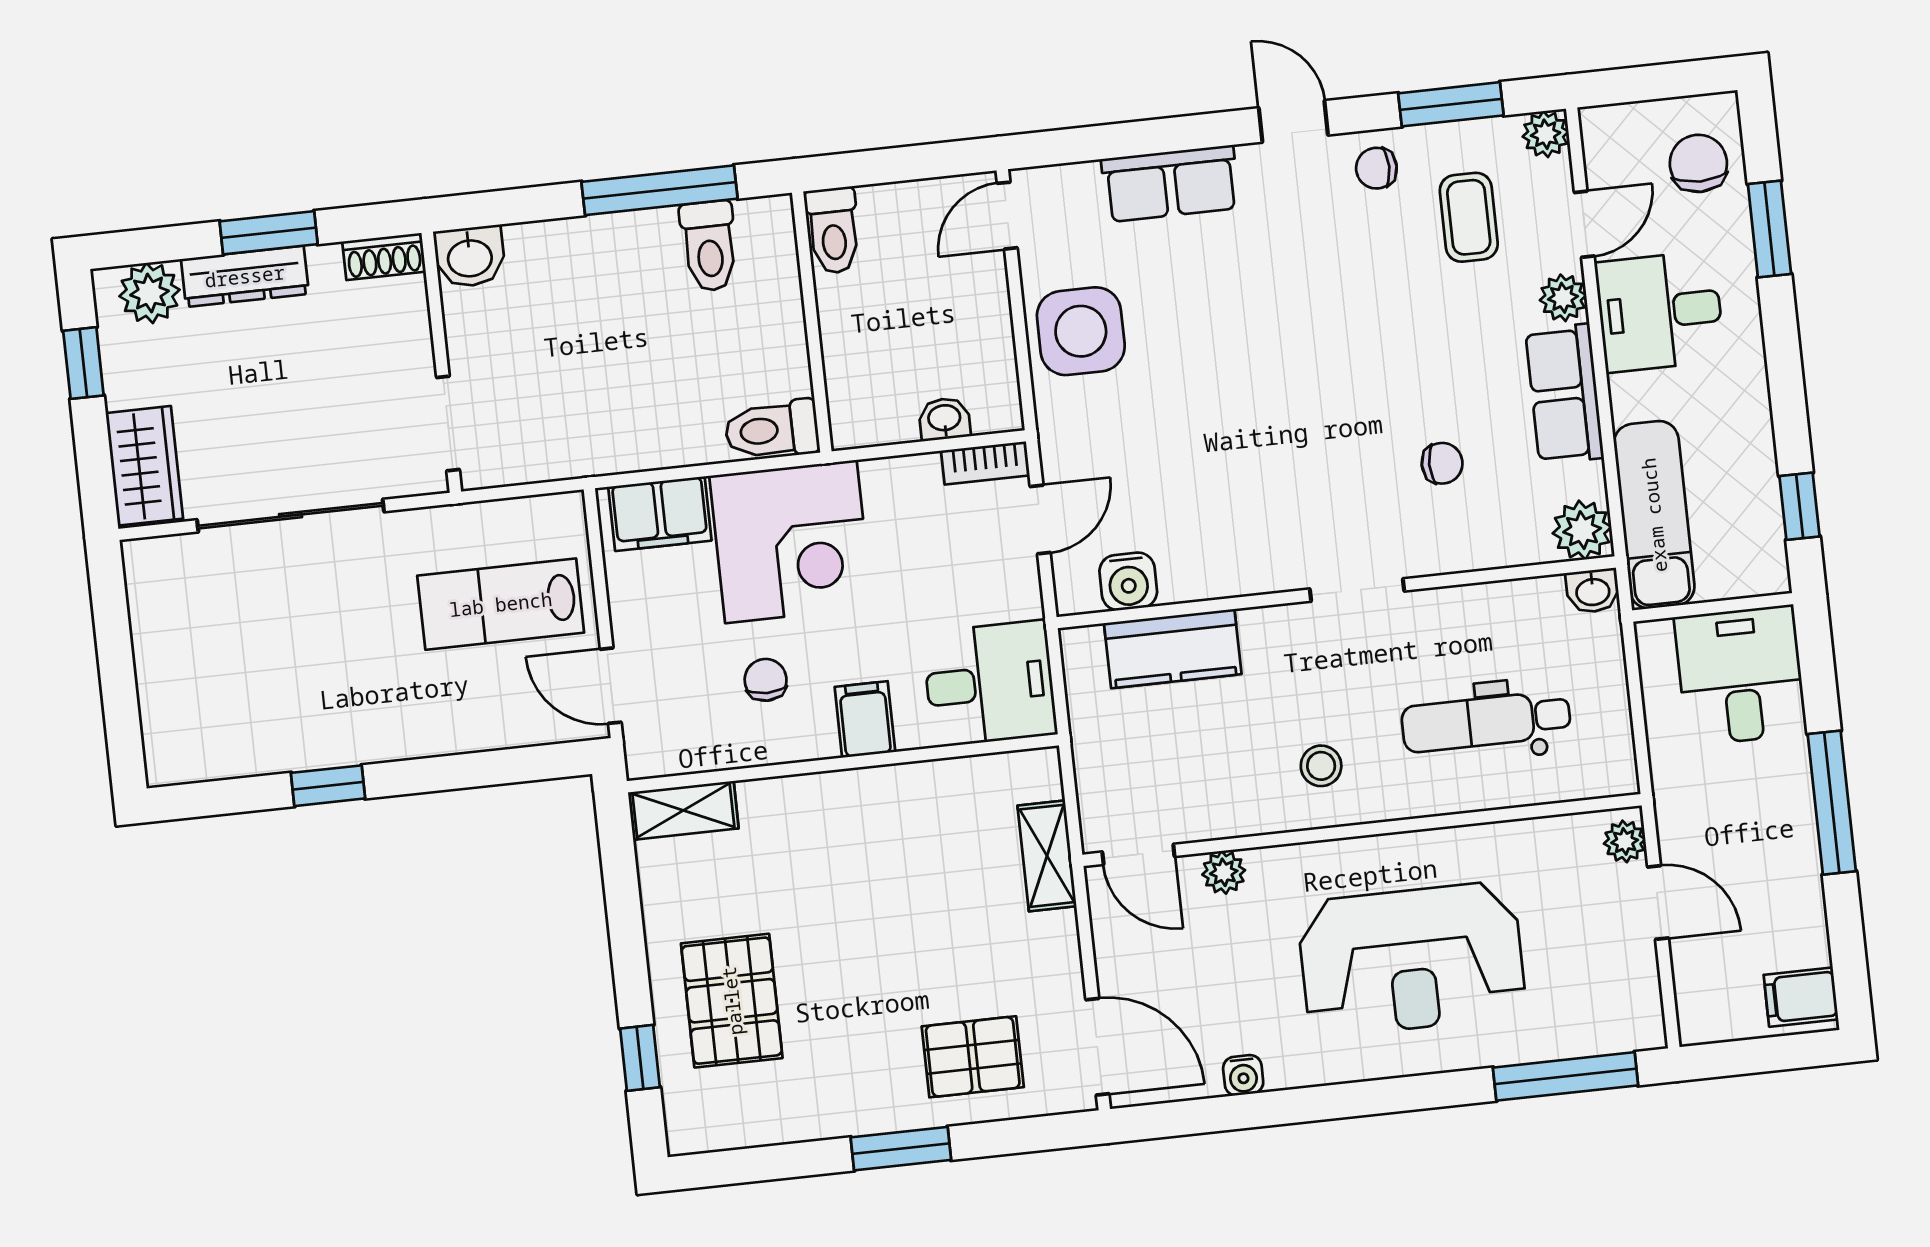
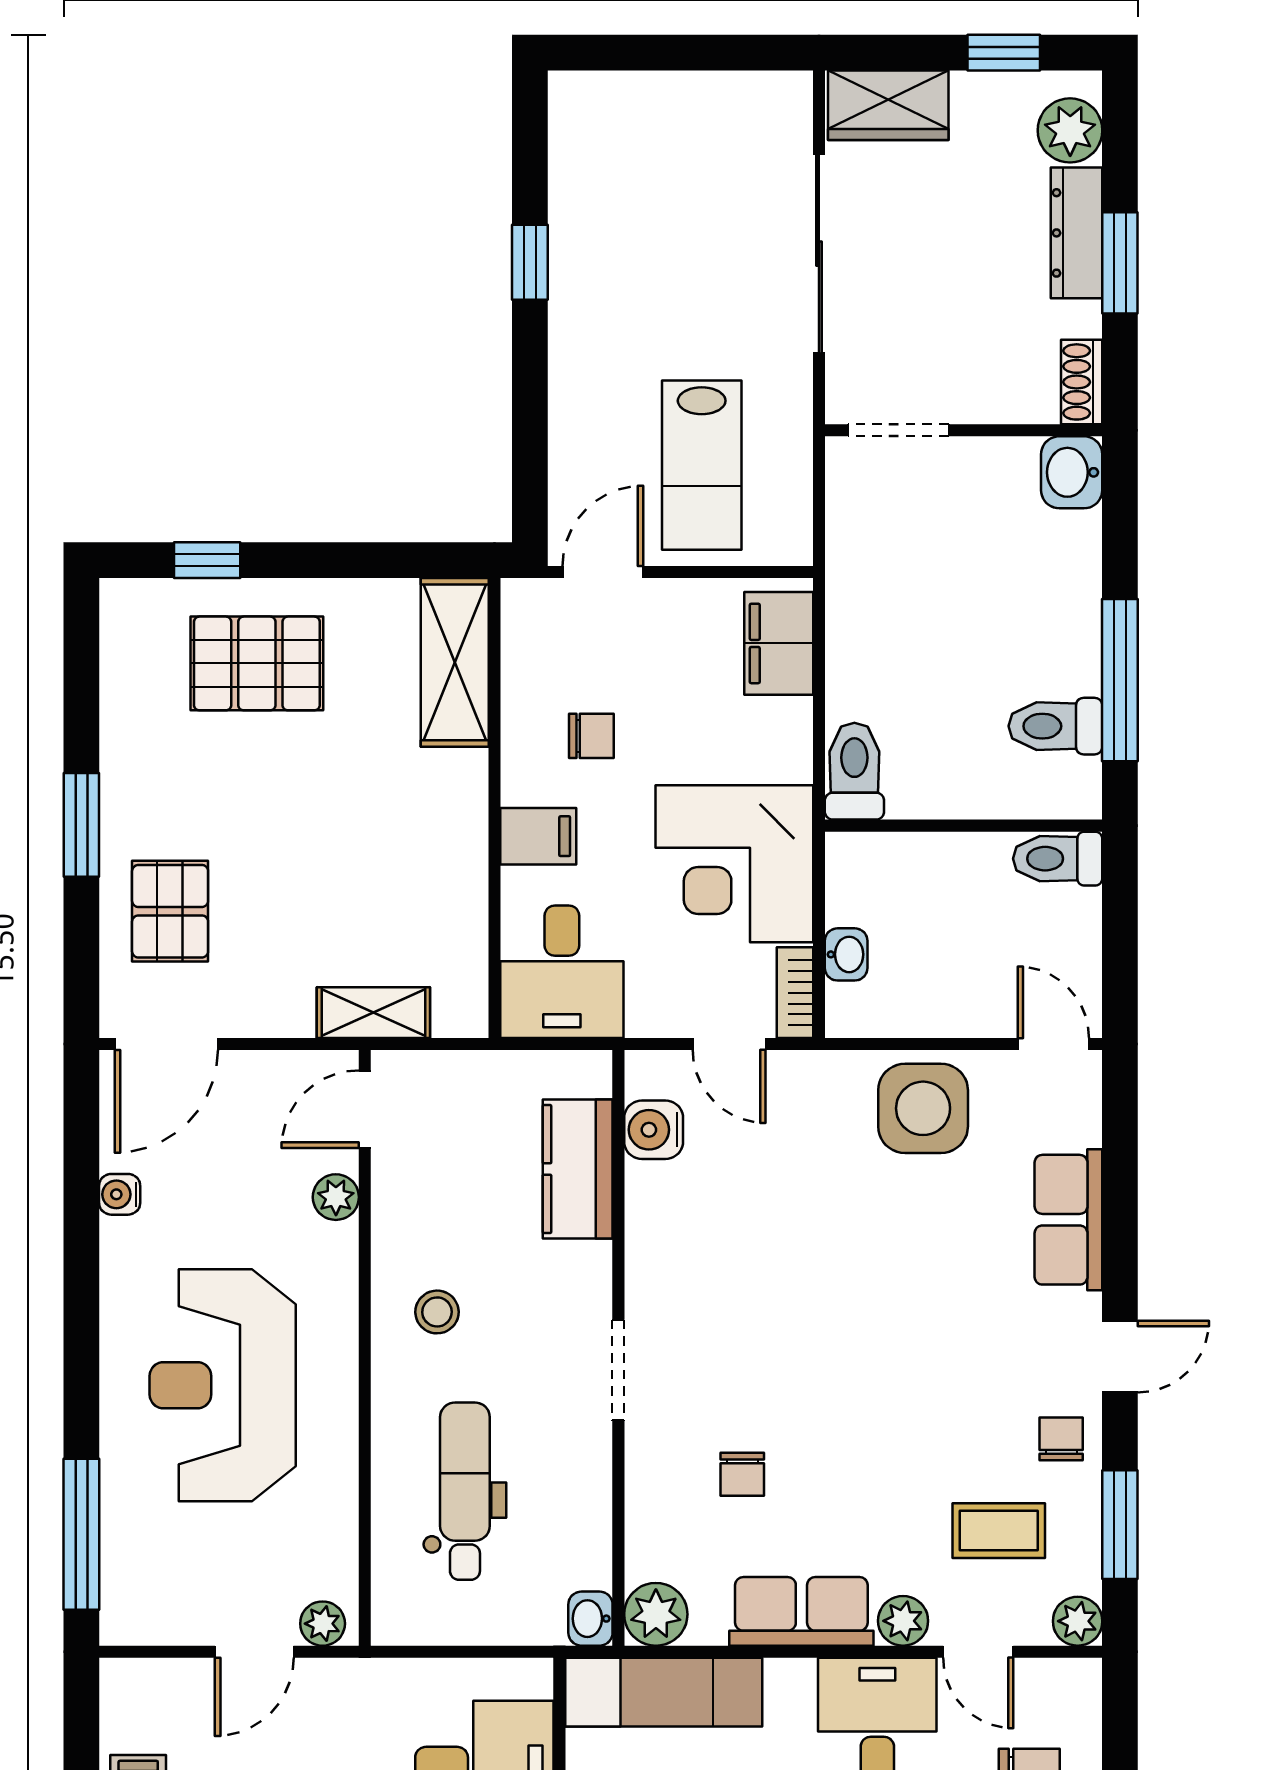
corner desk: (791, 542) -> (734, 864), moved
lab bench: (501, 604) -> (702, 465), turned 180
shelving: (683, 810) -> (455, 662), width x1.50, depth x1.33

